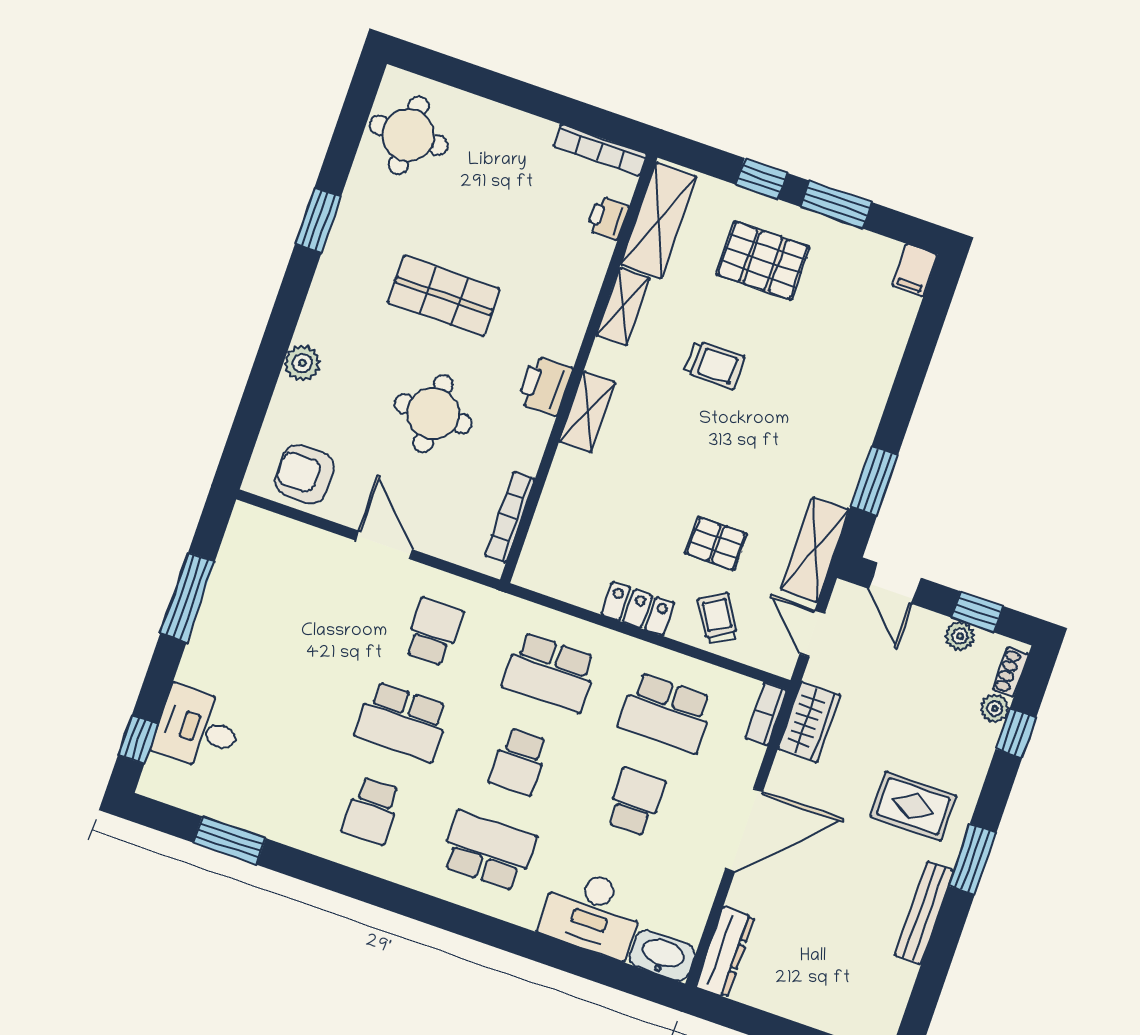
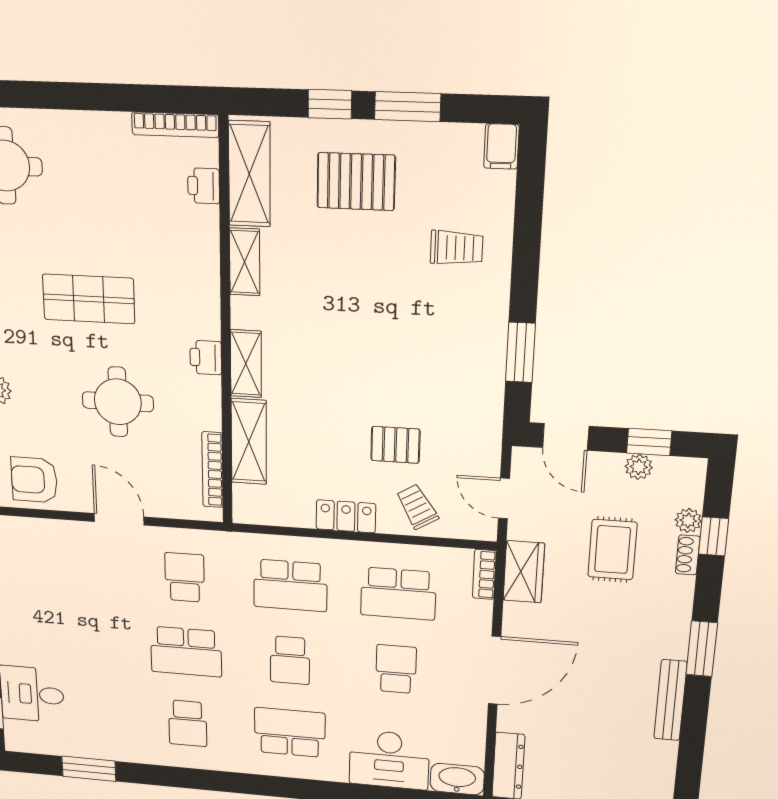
trolley: (714, 365) -> (457, 248), moved
printer: (545, 385) -> (206, 358), width x0.73, depth x0.81
shelving: (815, 550) -> (249, 442), moved
shoe rack: (1011, 672) -> (688, 555), moved
rug: (913, 806) -> (612, 550), moved, turned 90

